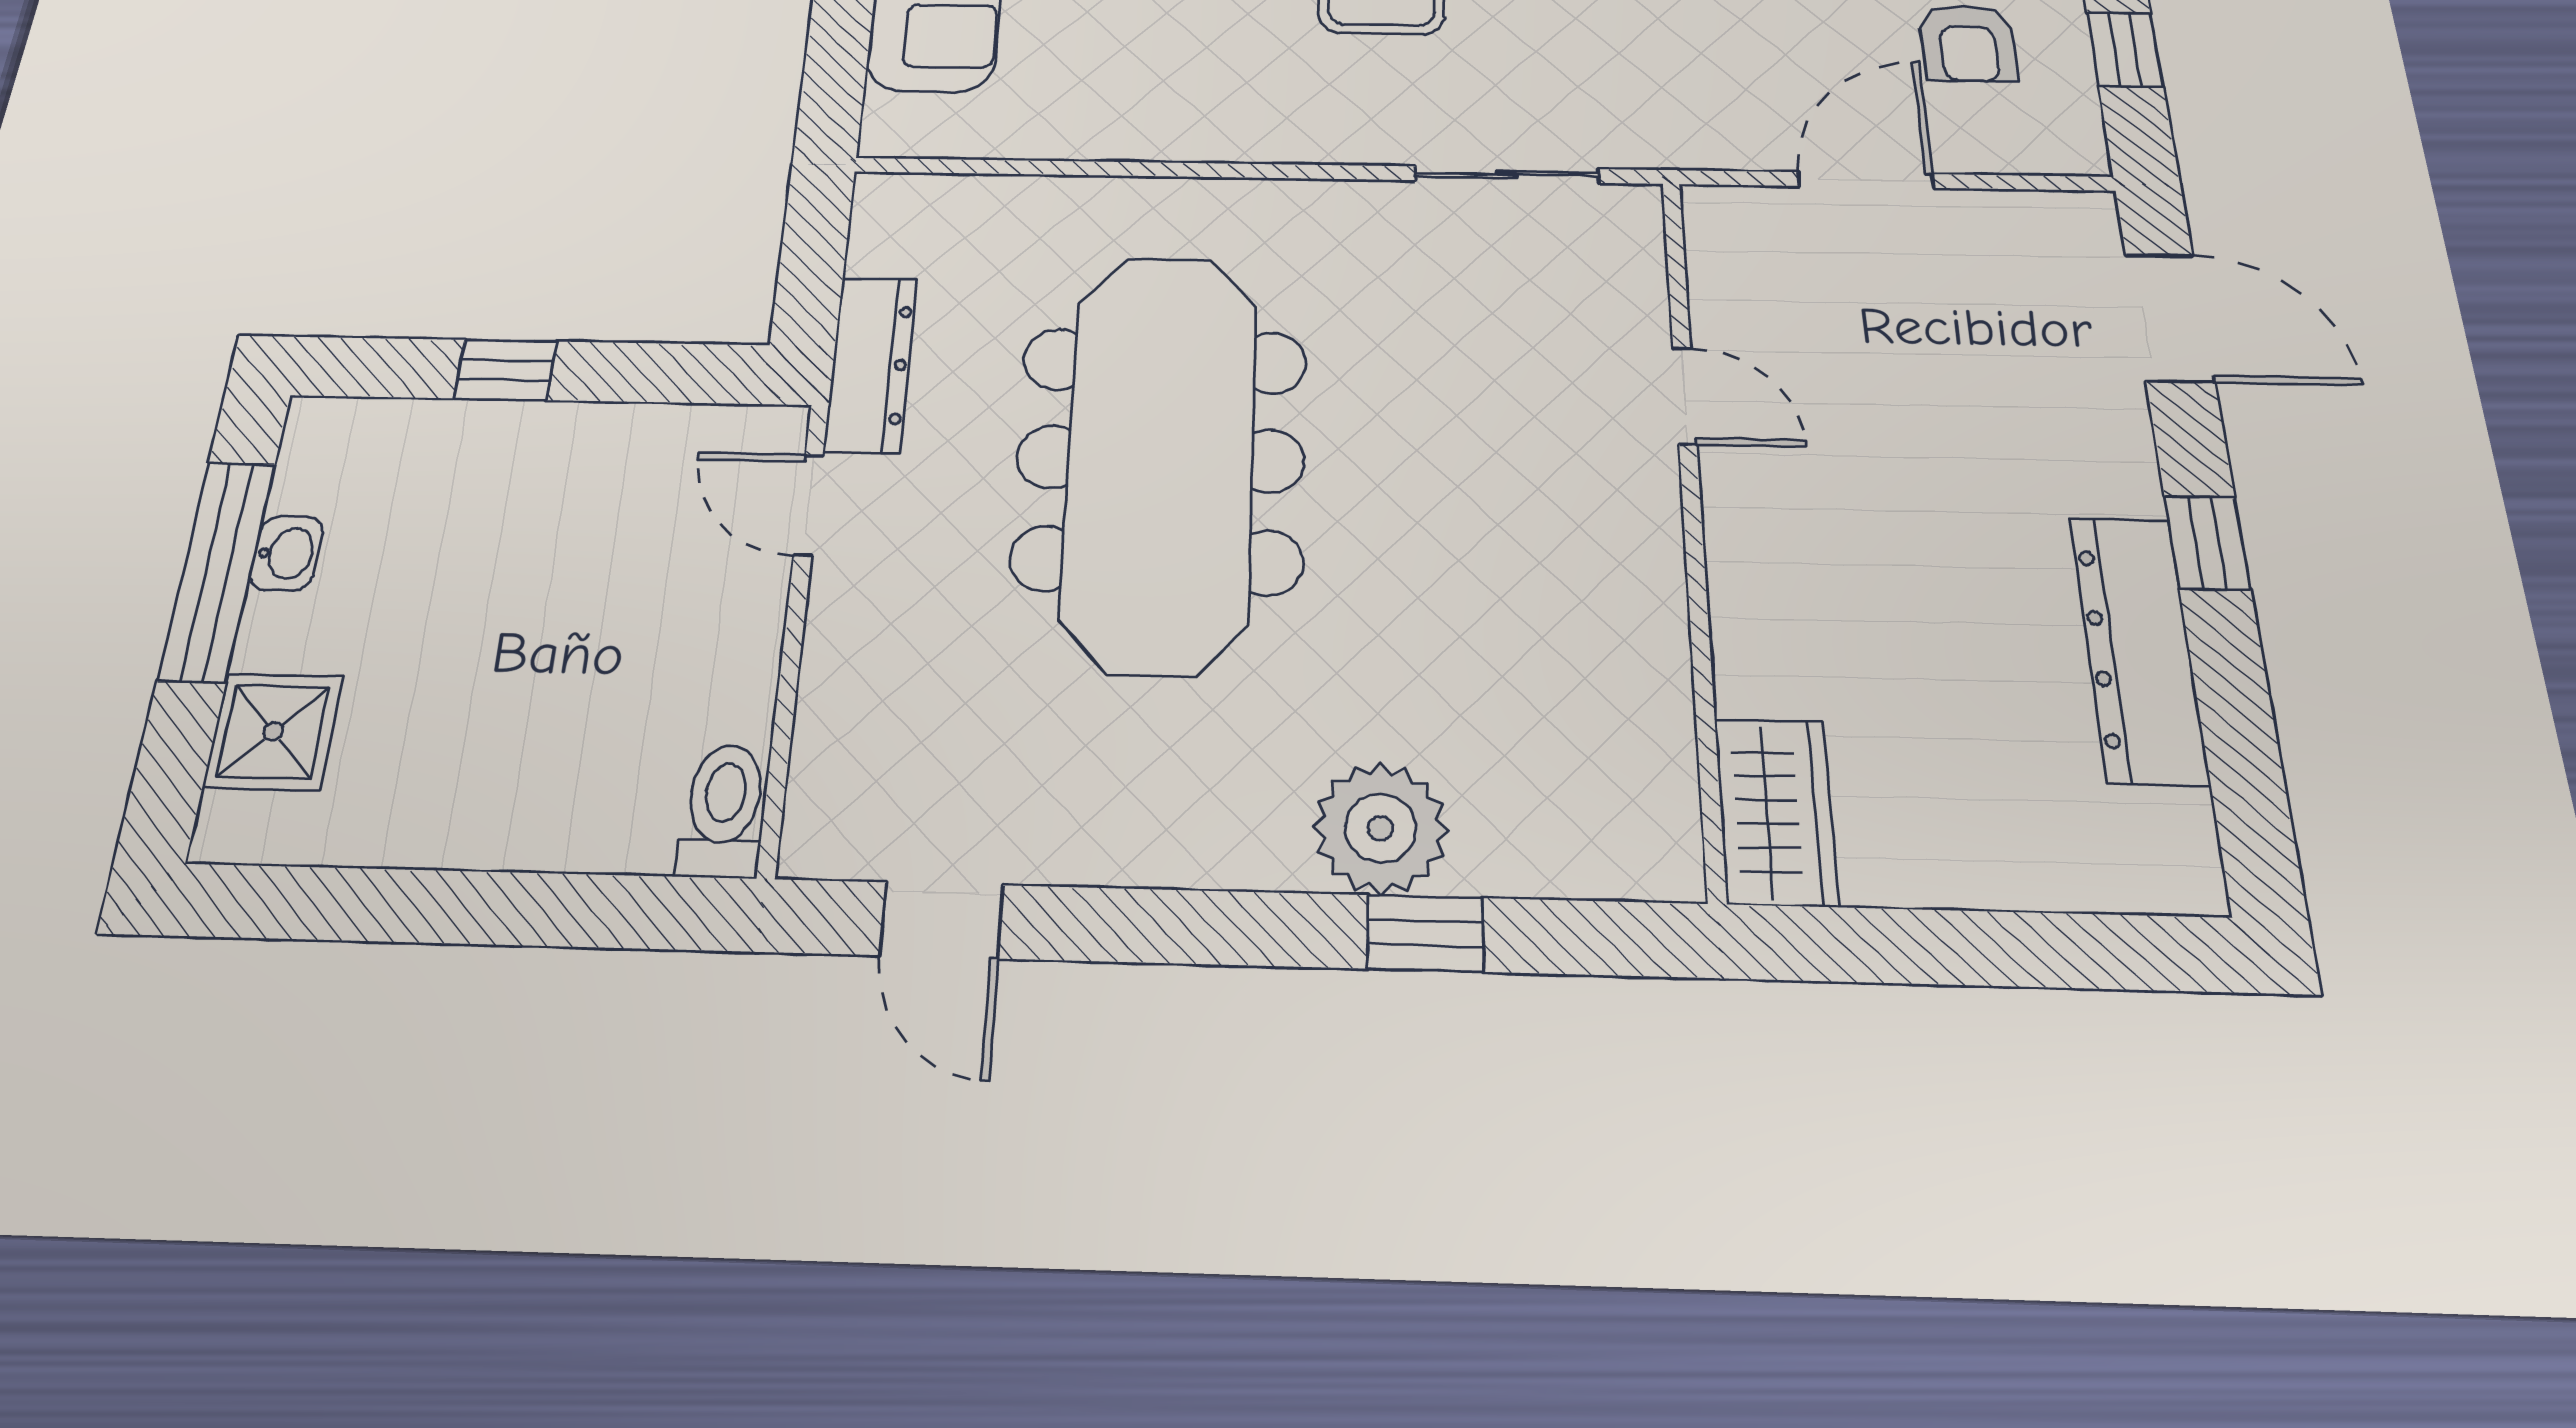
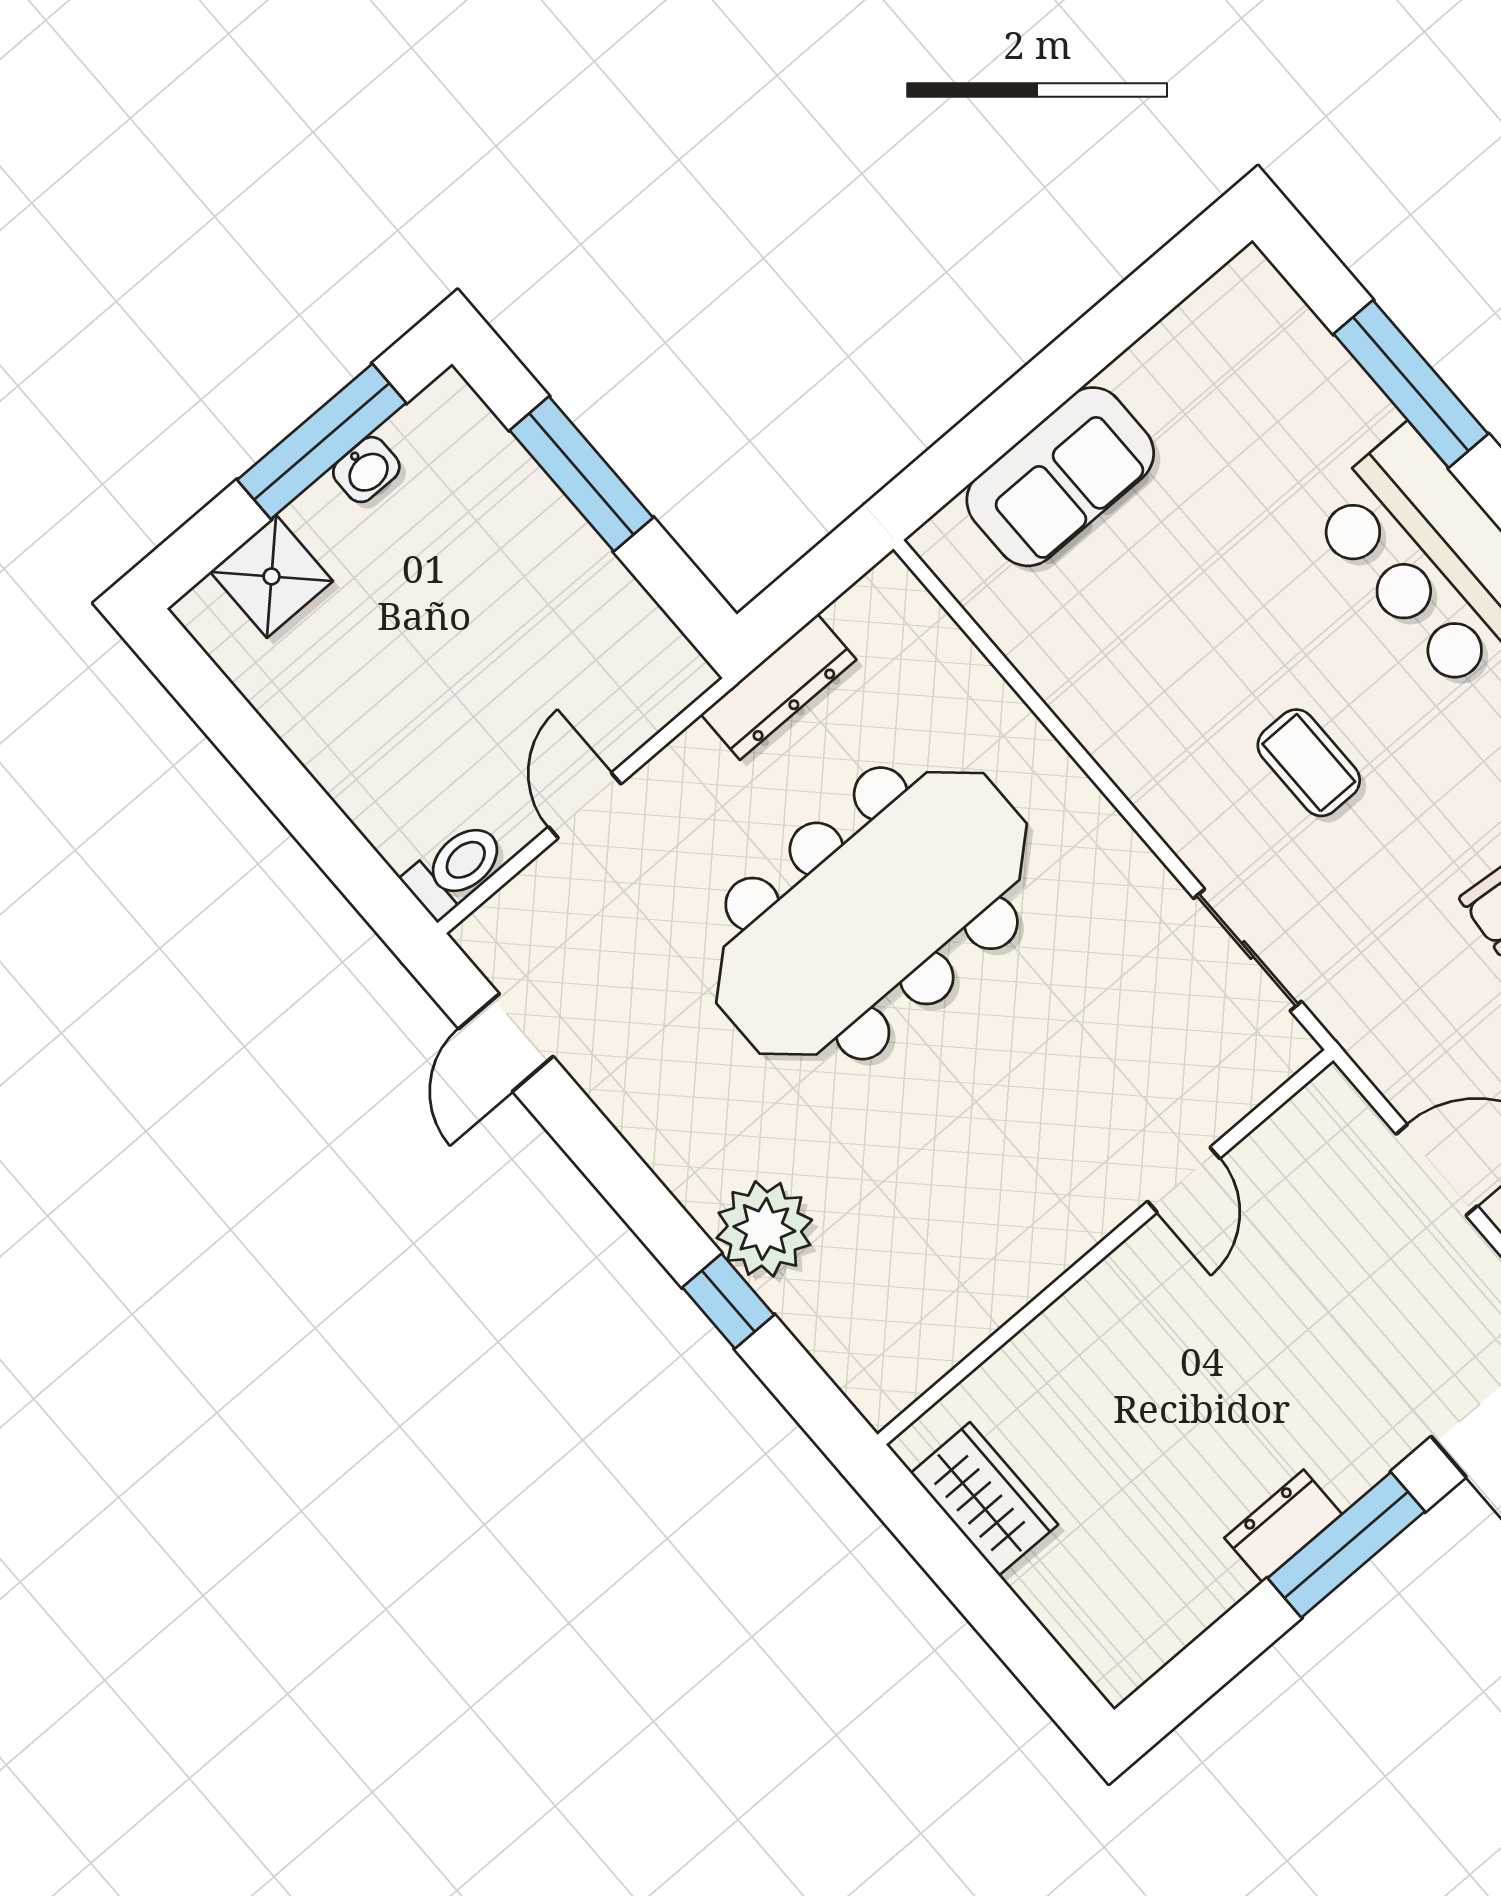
window: (506, 370) -> (581, 474), width x2.17
door: (808, 505) -> (585, 805), moved
window: (2207, 543) -> (1346, 1545), width x2.17
dresser: (2139, 649) -> (1283, 1526), width x0.51, depth x0.80
wardrobe: (1776, 812) -> (984, 1499), moved, turned -90

